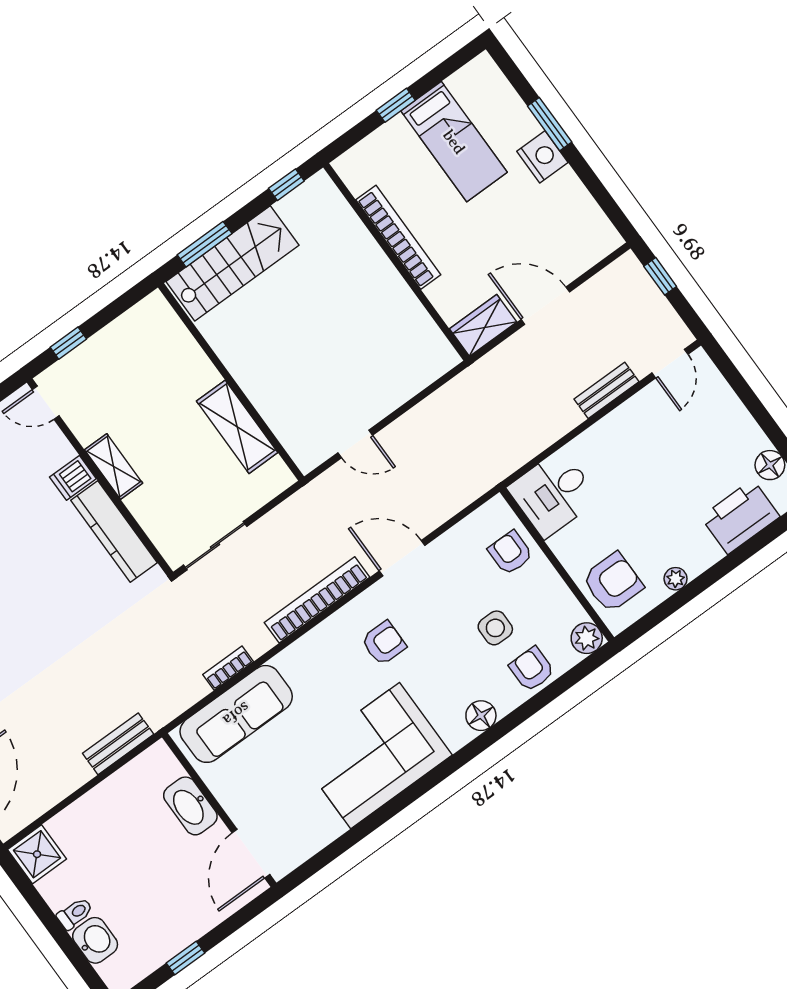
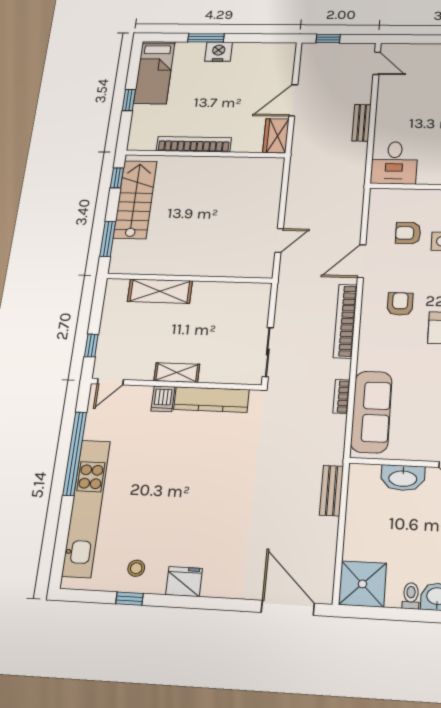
bed: (454, 142) -> (154, 72), moved, turned 90
stairs: (232, 263) -> (135, 199), moved
bench: (607, 390) -> (362, 123), moved
shelving: (237, 427) -> (160, 291), moved
armchair: (510, 553) -> (408, 233), moved
shower: (37, 854) -> (362, 584), width x1.36, depth x1.36

